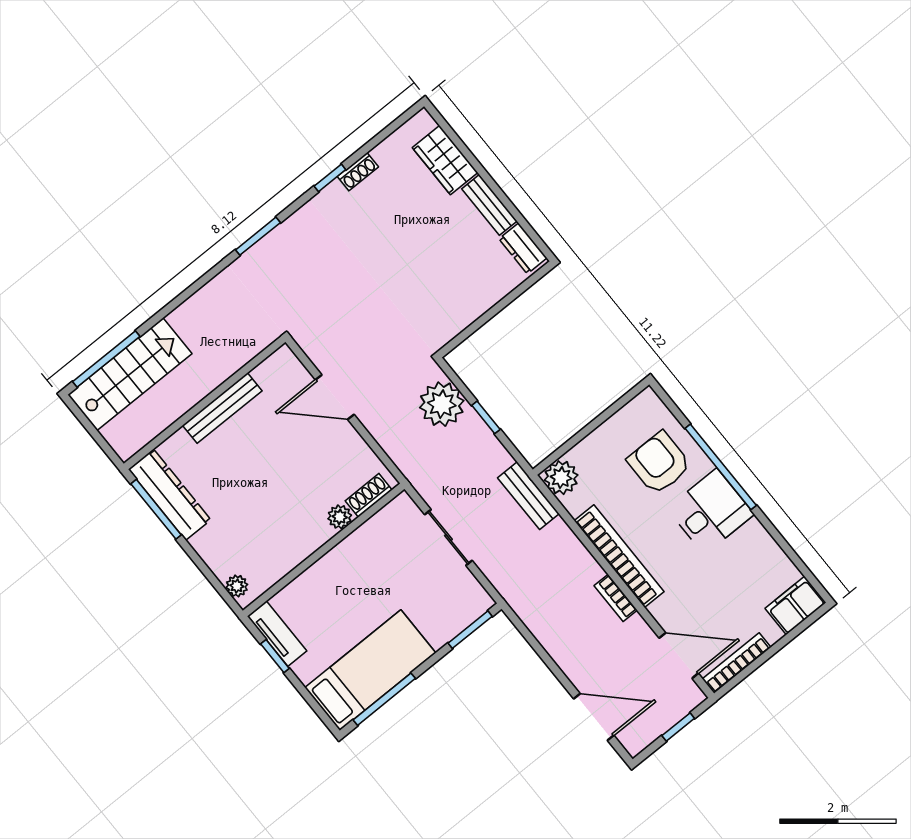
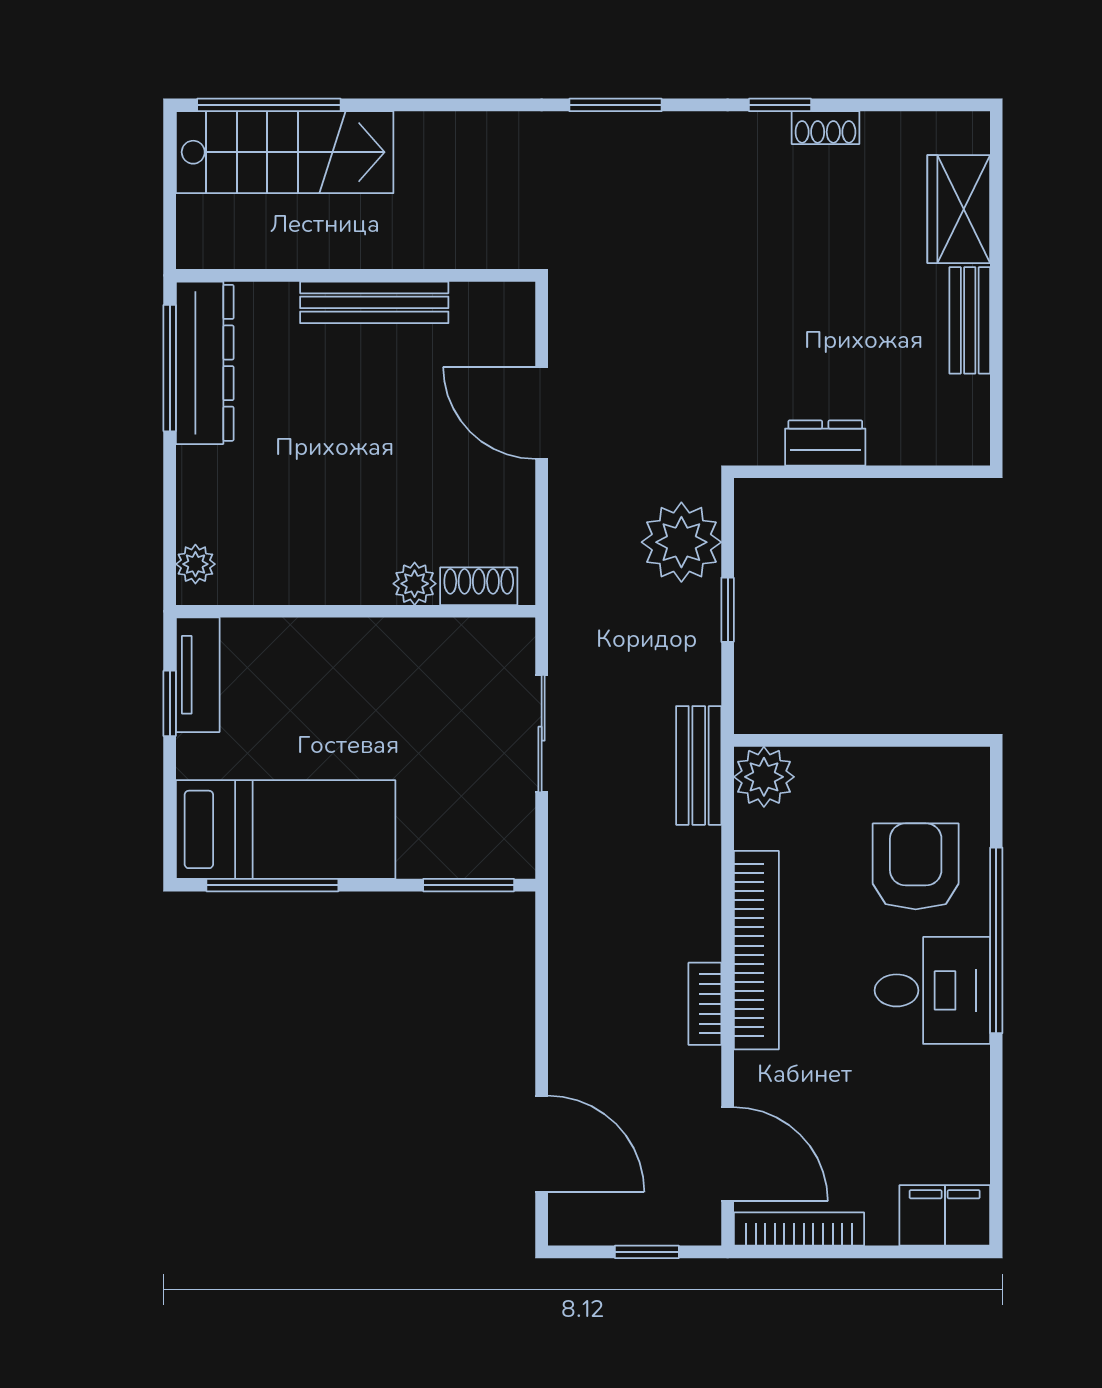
dresser: (523, 248) -> (825, 443), moved, turned 90

